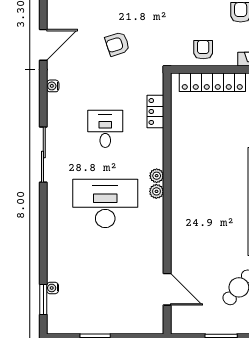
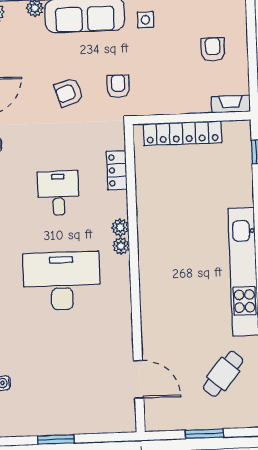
armchair: (203, 50) -> (118, 86), moved
plant: (156, 191) -> (120, 227), moved

